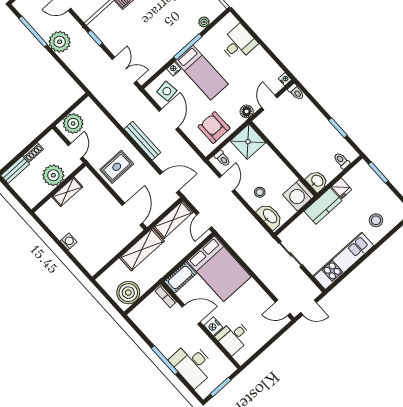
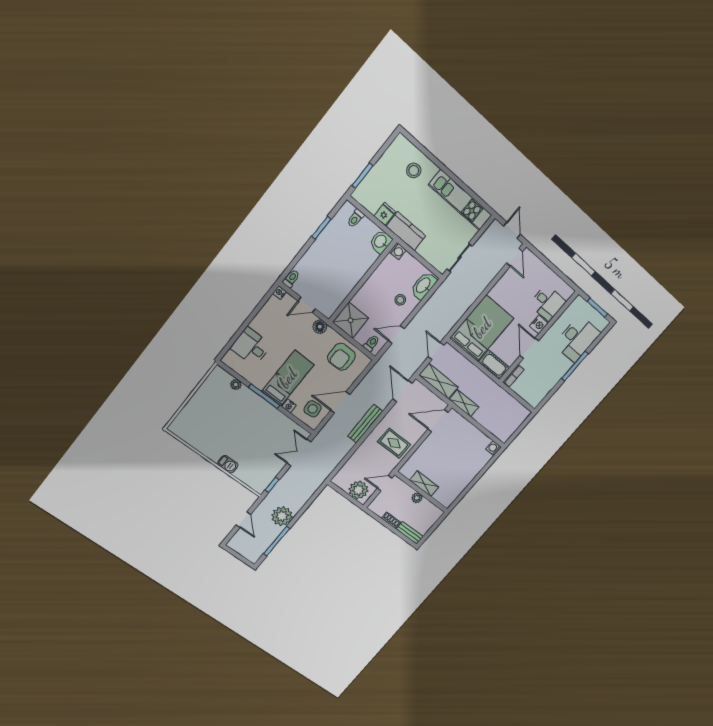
plant: (53, 175) -> (417, 498), width x0.53, depth x0.53
washing machine: (298, 195) -> (398, 251), width x0.53, depth x0.53
door: (204, 221) -> (436, 351), swing flipped
washing machine: (68, 241) -> (493, 448), moved
shelving: (142, 249) -> (464, 403), width x0.67, depth x0.75
boiler: (128, 293) -> (513, 411), removed

